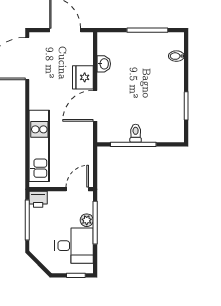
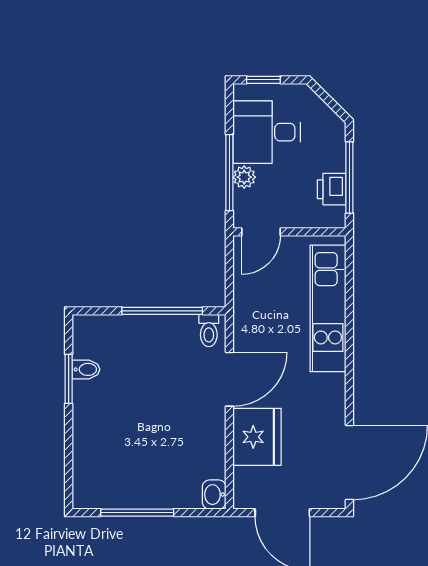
bidet: (176, 56) -> (86, 369), moved
washbasin: (104, 64) -> (214, 495), moved
fridge: (83, 77) -> (257, 437), width x1.36, depth x1.34
toilet: (136, 133) -> (209, 330), moved
printer: (38, 199) -> (332, 189), moved, turned -90

